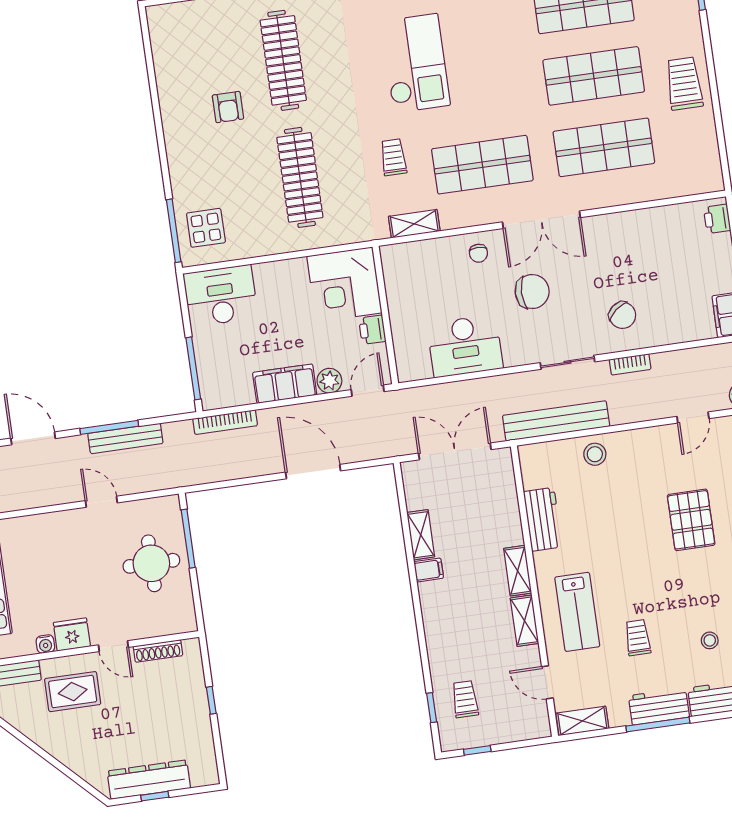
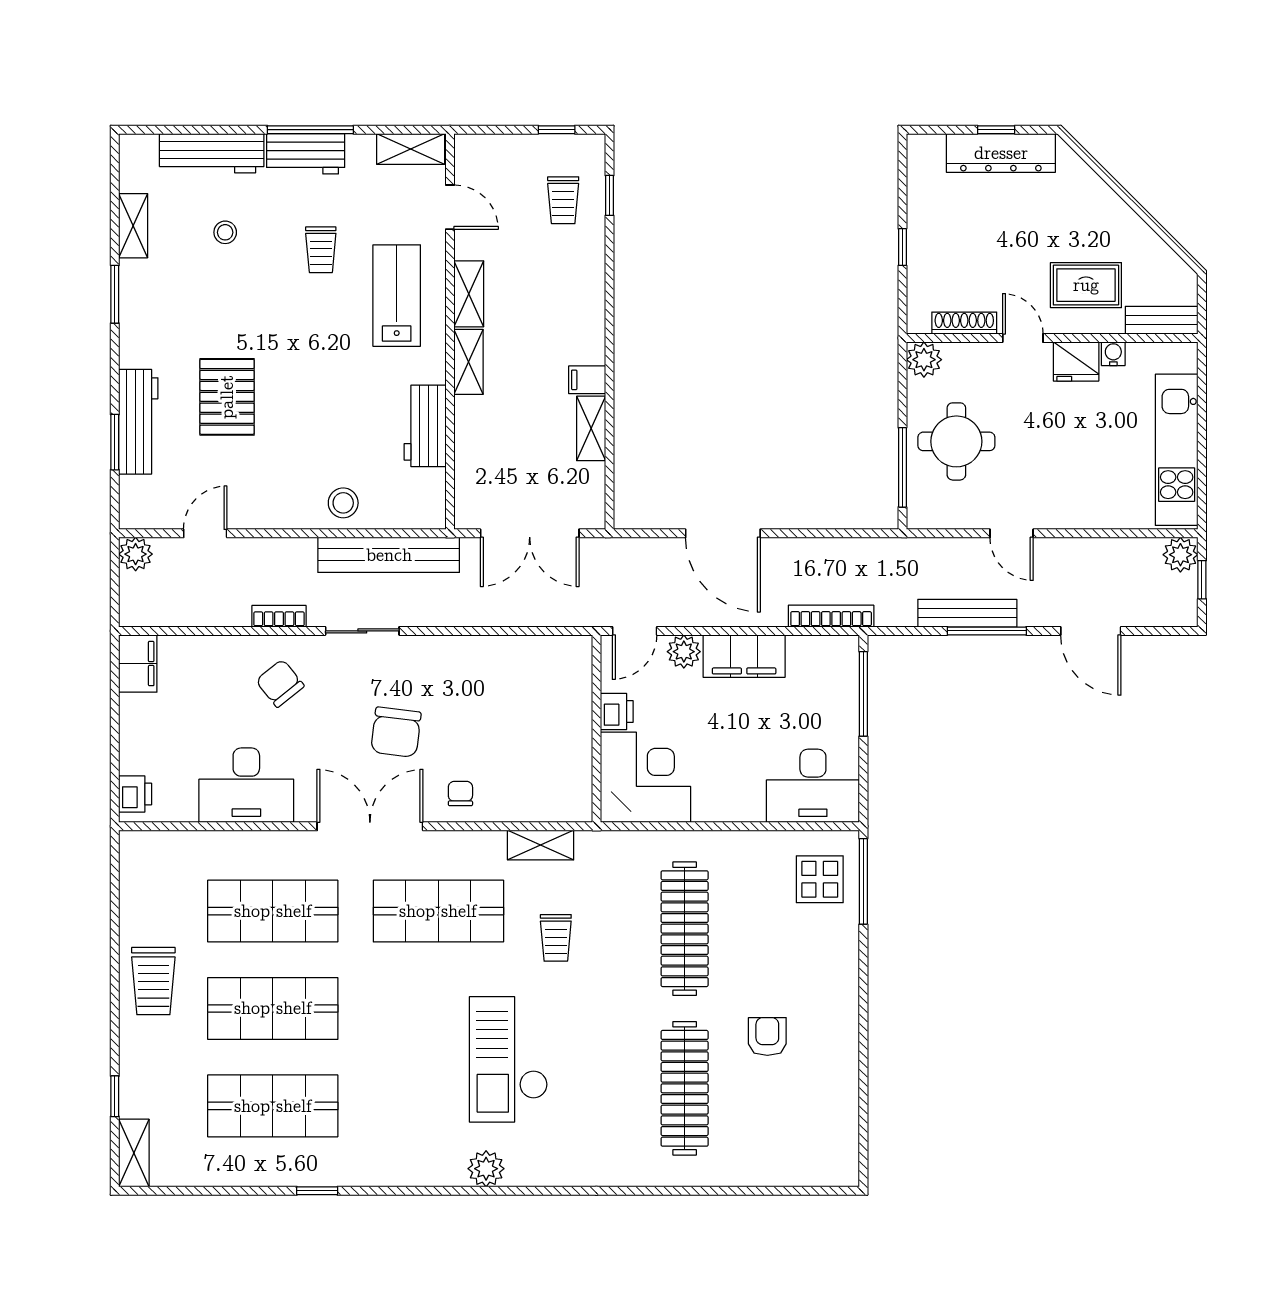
chair: (532, 292) -> (396, 732), turned -83
desk: (465, 346) -> (246, 785), moved, turned 180
plant: (184, 620) -> (924, 360), added

